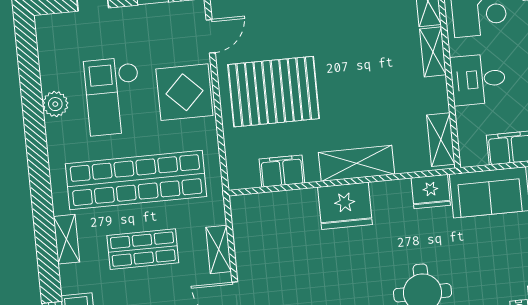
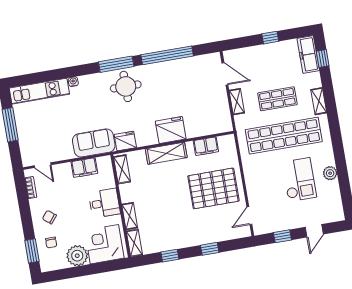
display table: (184, 92) -> (261, 185), removed

